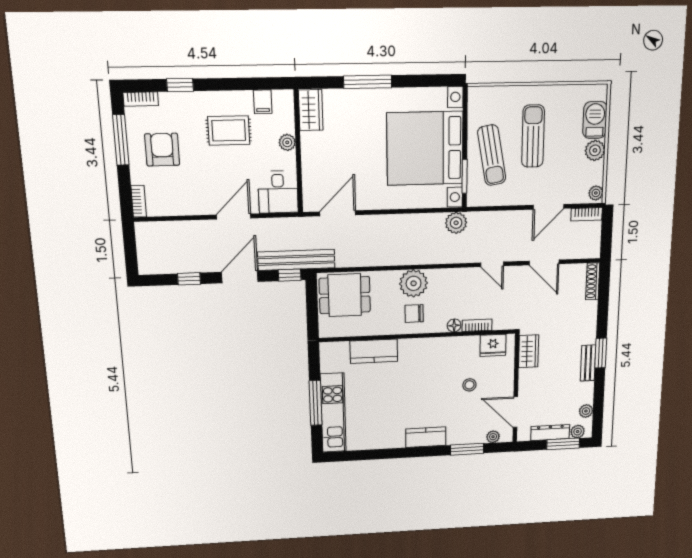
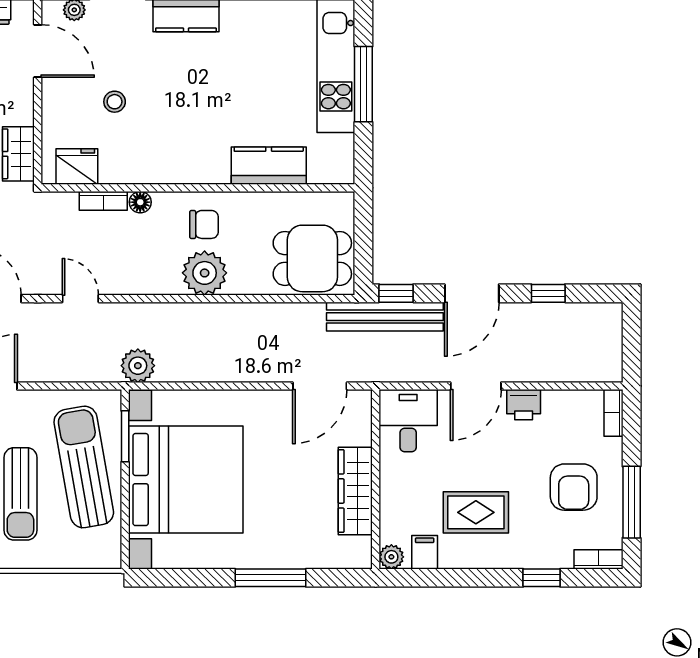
wardrobe: (311, 110) -> (355, 491), moved, width x1.50
plant: (287, 142) -> (391, 557), moved
sun lounger: (492, 155) -> (84, 467), width x1.36, depth x1.34
printer: (201, 205) -> (524, 405), added

